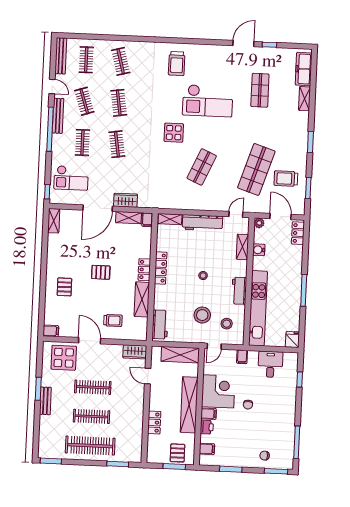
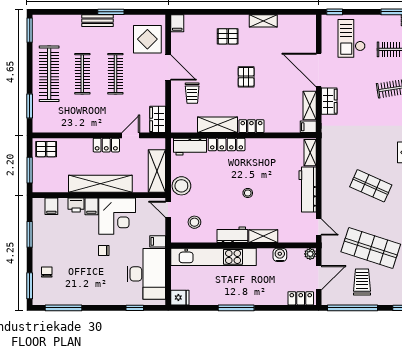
window: (308, 188) -> (352, 308), width x2.11
shelving: (54, 221) -> (263, 21), moved
shelving: (242, 247) -> (263, 236), moved
locker: (161, 268) -> (227, 144), moved
stool: (202, 315) -> (181, 186), moved
door: (90, 341) -> (168, 68), hinge flipped
desk: (270, 364) -> (146, 274), width x1.87, depth x1.30
locker: (154, 422) -> (106, 145), moved
pallet: (177, 453) -> (46, 149), moved

